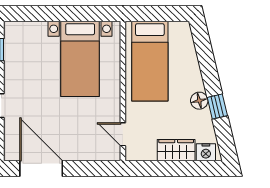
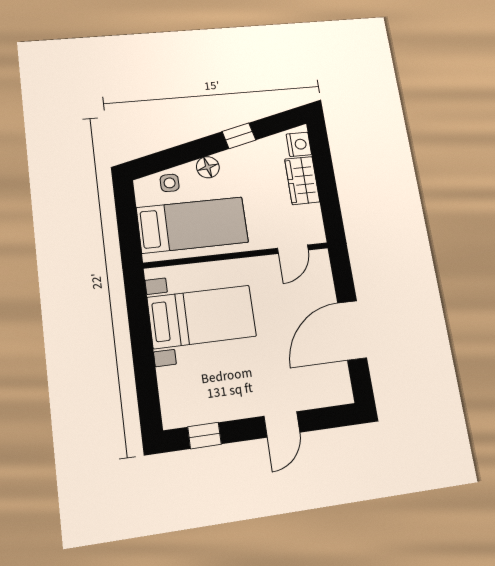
side table: (184, 48) -> (170, 183), added
floor lamp: (199, 101) -> (208, 167), moved
door: (41, 169) -> (352, 330), moved

